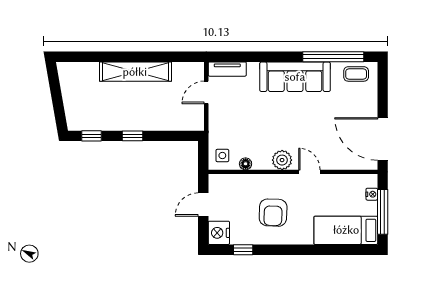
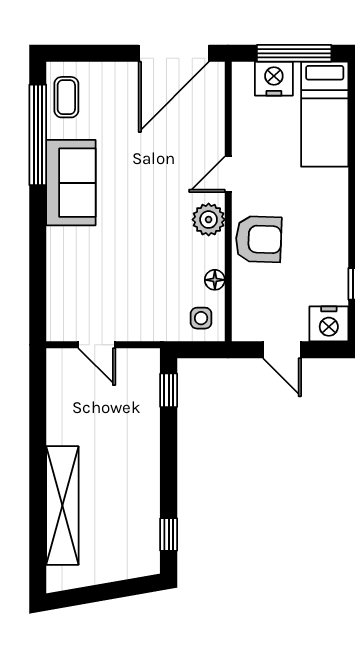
tv unit: (227, 69) -> (58, 310), removed
shelving: (135, 72) -> (62, 506), moved
sofa: (295, 77) -> (71, 183), width x0.73
window: (133, 136) -> (169, 390), moved
nightstand: (372, 194) -> (274, 79), width x1.89, depth x1.79
armchair: (273, 213) -> (259, 239), moved

